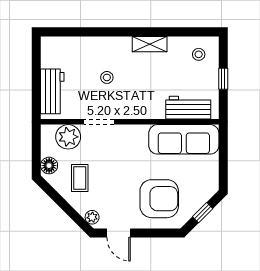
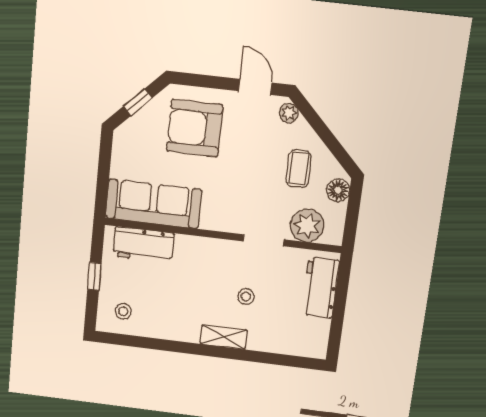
shelving: (150, 44) -> (224, 337), moved

